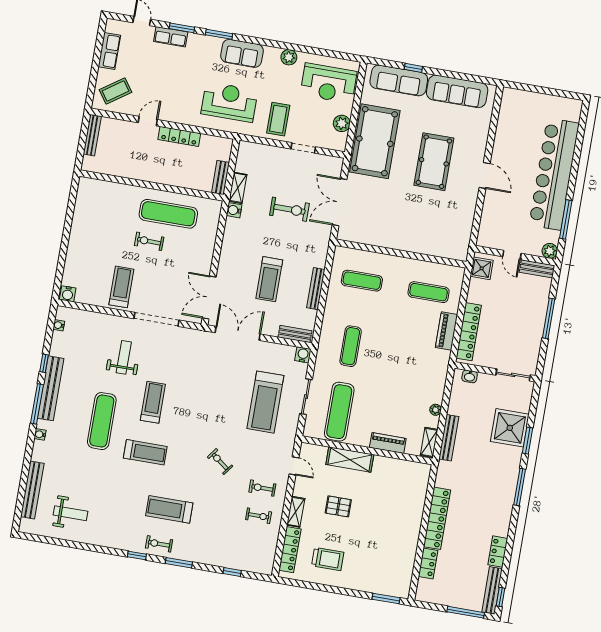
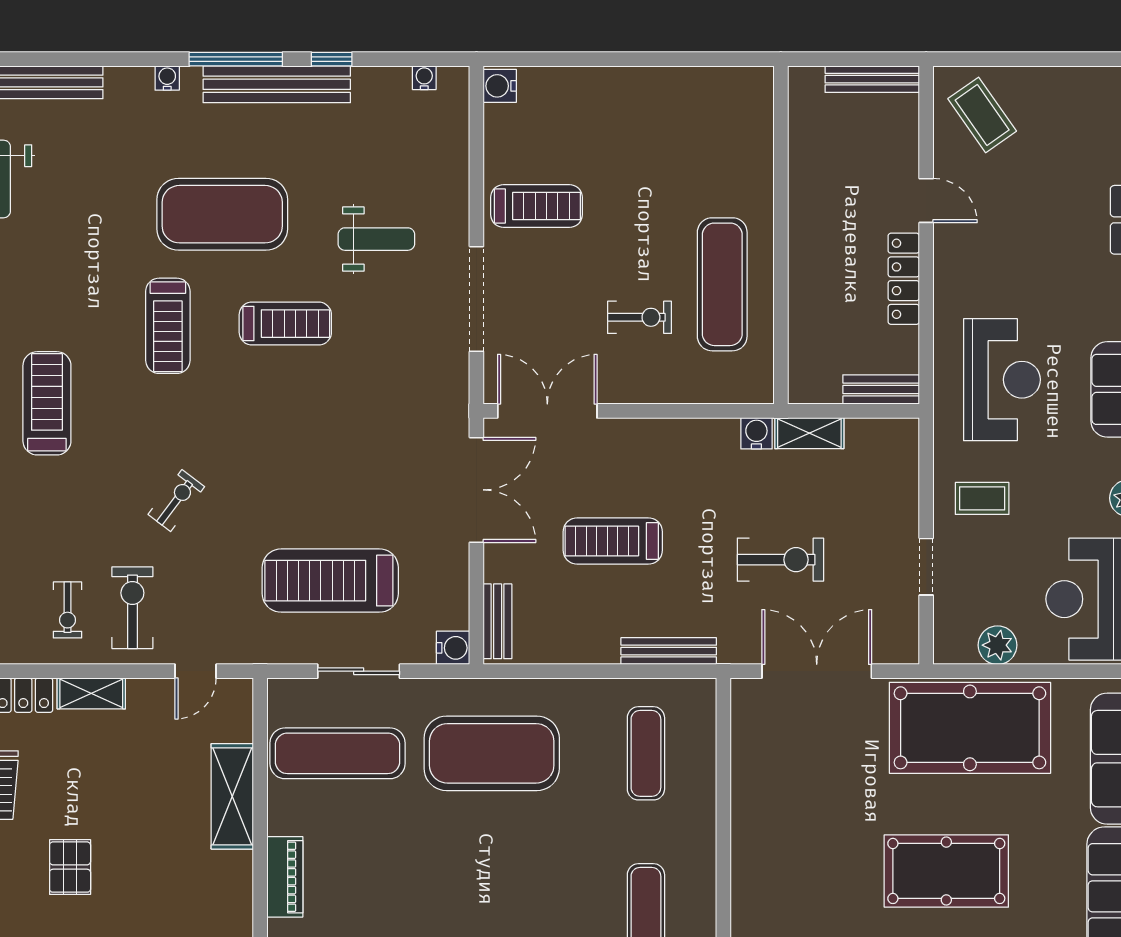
row of seats: (109, 51) -> (1071, 85), removed
coffee table: (278, 119) -> (982, 498), width x0.73, depth x0.77
bench: (221, 178) -> (881, 389), moved
exercise bike: (289, 209) -> (780, 560), turned -90
exercise bike: (149, 241) -> (640, 317), moved, turned 89
bench: (316, 289) -> (669, 651), moved
exercise mat: (351, 346) -> (492, 753), width x2.00, depth x1.45
exercise mat: (102, 421) -> (222, 214), width x1.47
exercise bike: (262, 488) -> (132, 608), width x1.38, depth x1.39
pallet: (338, 506) -> (70, 867), moved

